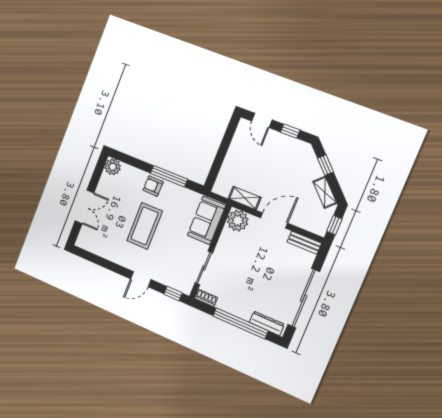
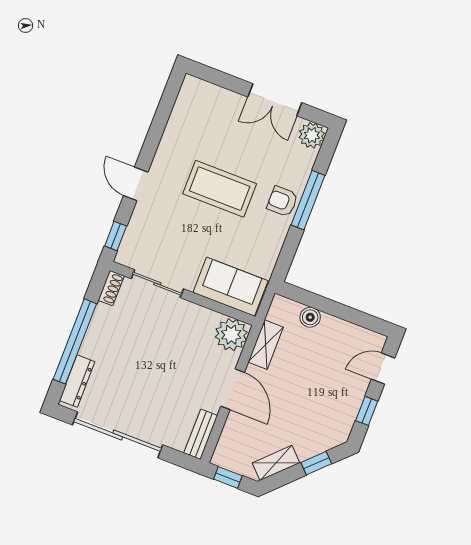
boiler: (227, 169) -> (310, 317), added
window: (169, 176) -> (308, 200), moved
armchair: (153, 186) -> (282, 201), turned -91
double door: (85, 207) -> (275, 100), moved

